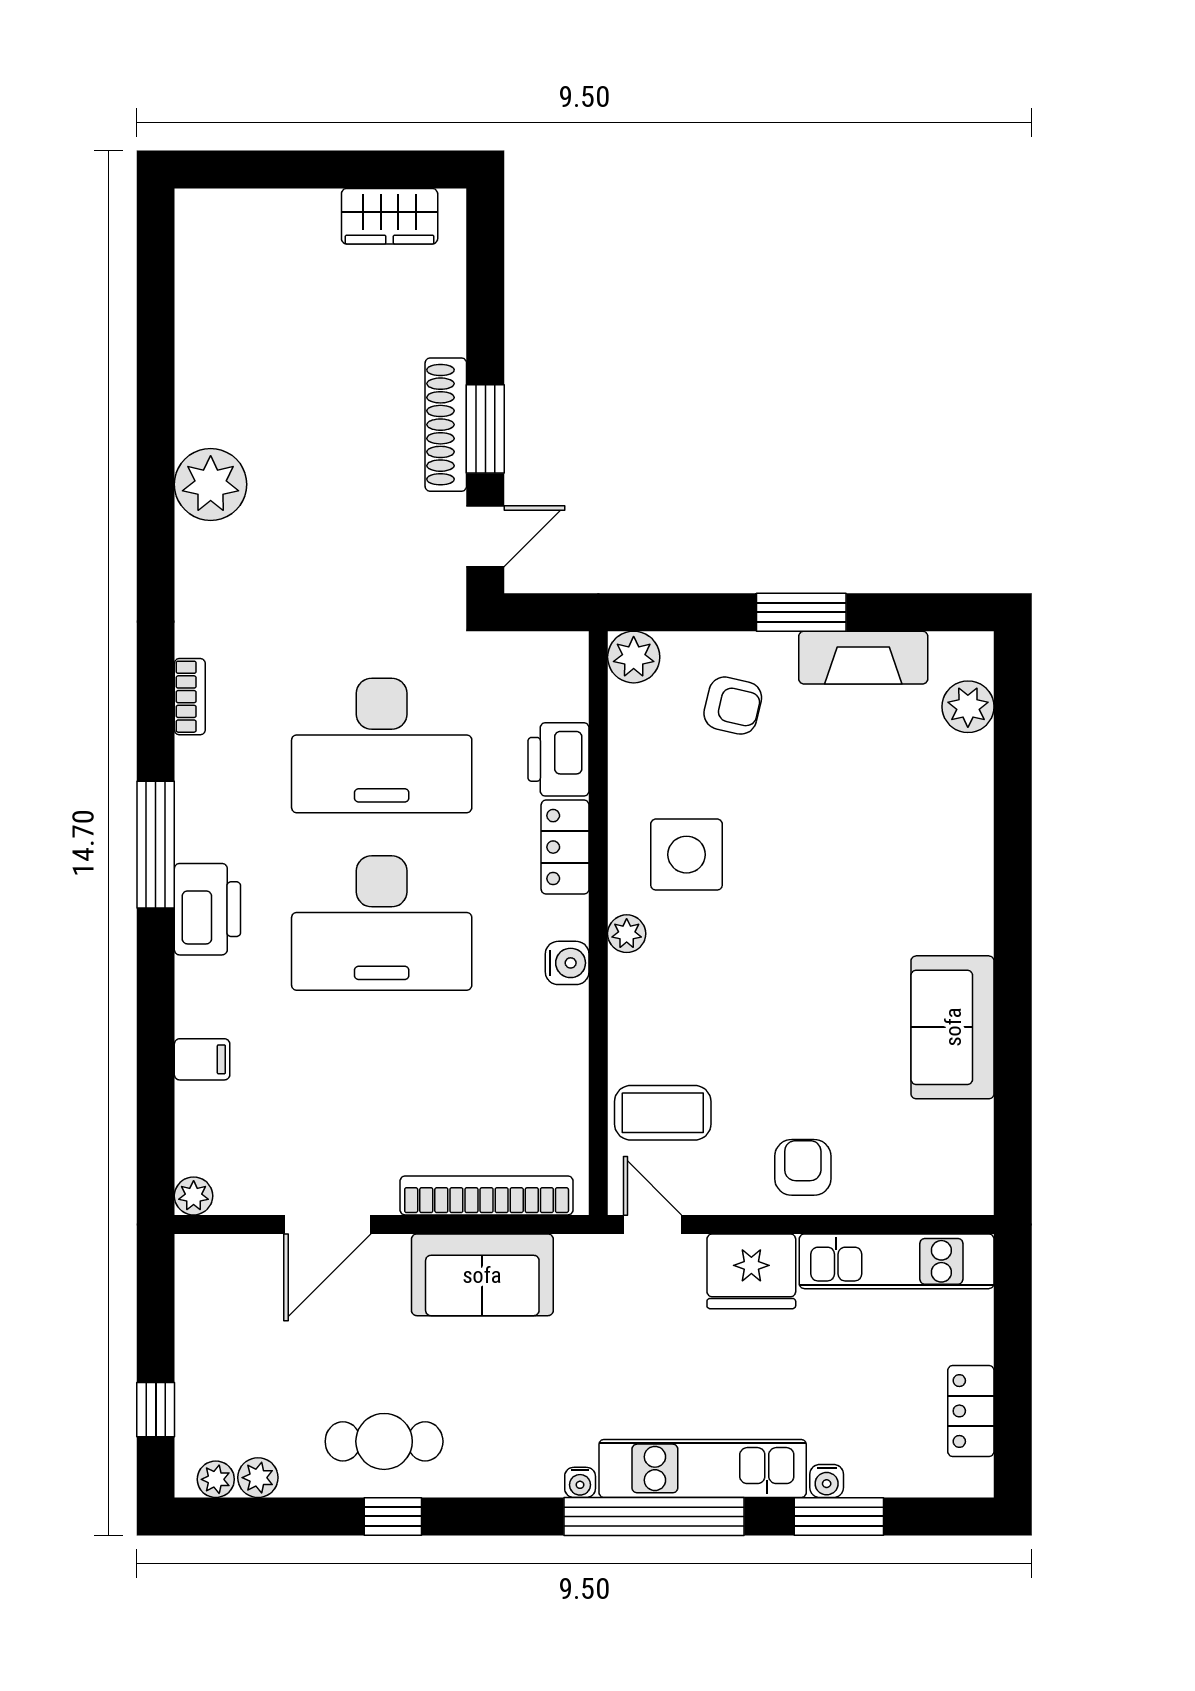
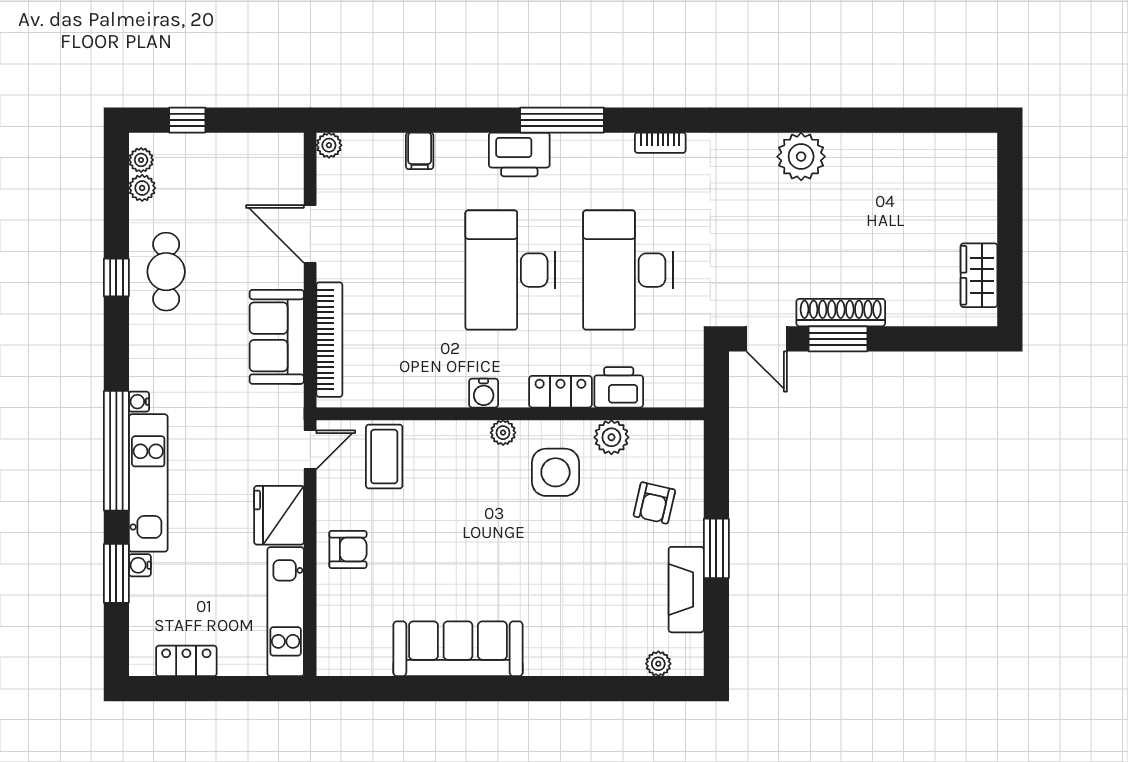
plant: (634, 657) -> (611, 437), moved
plant: (968, 707) -> (658, 664), width x0.73, depth x0.73
sofa: (953, 1027) -> (458, 649), width x1.36

